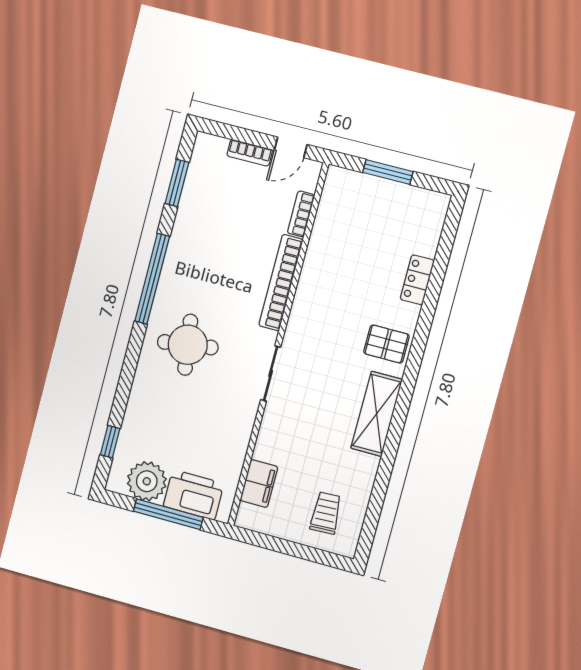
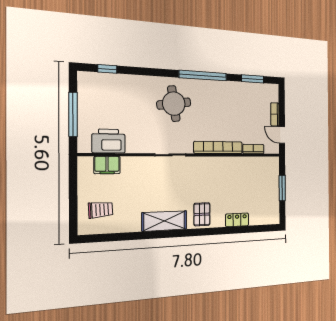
plant: (147, 481) -> (90, 96), removed
printer: (194, 495) -> (109, 141), moved, turned -90

